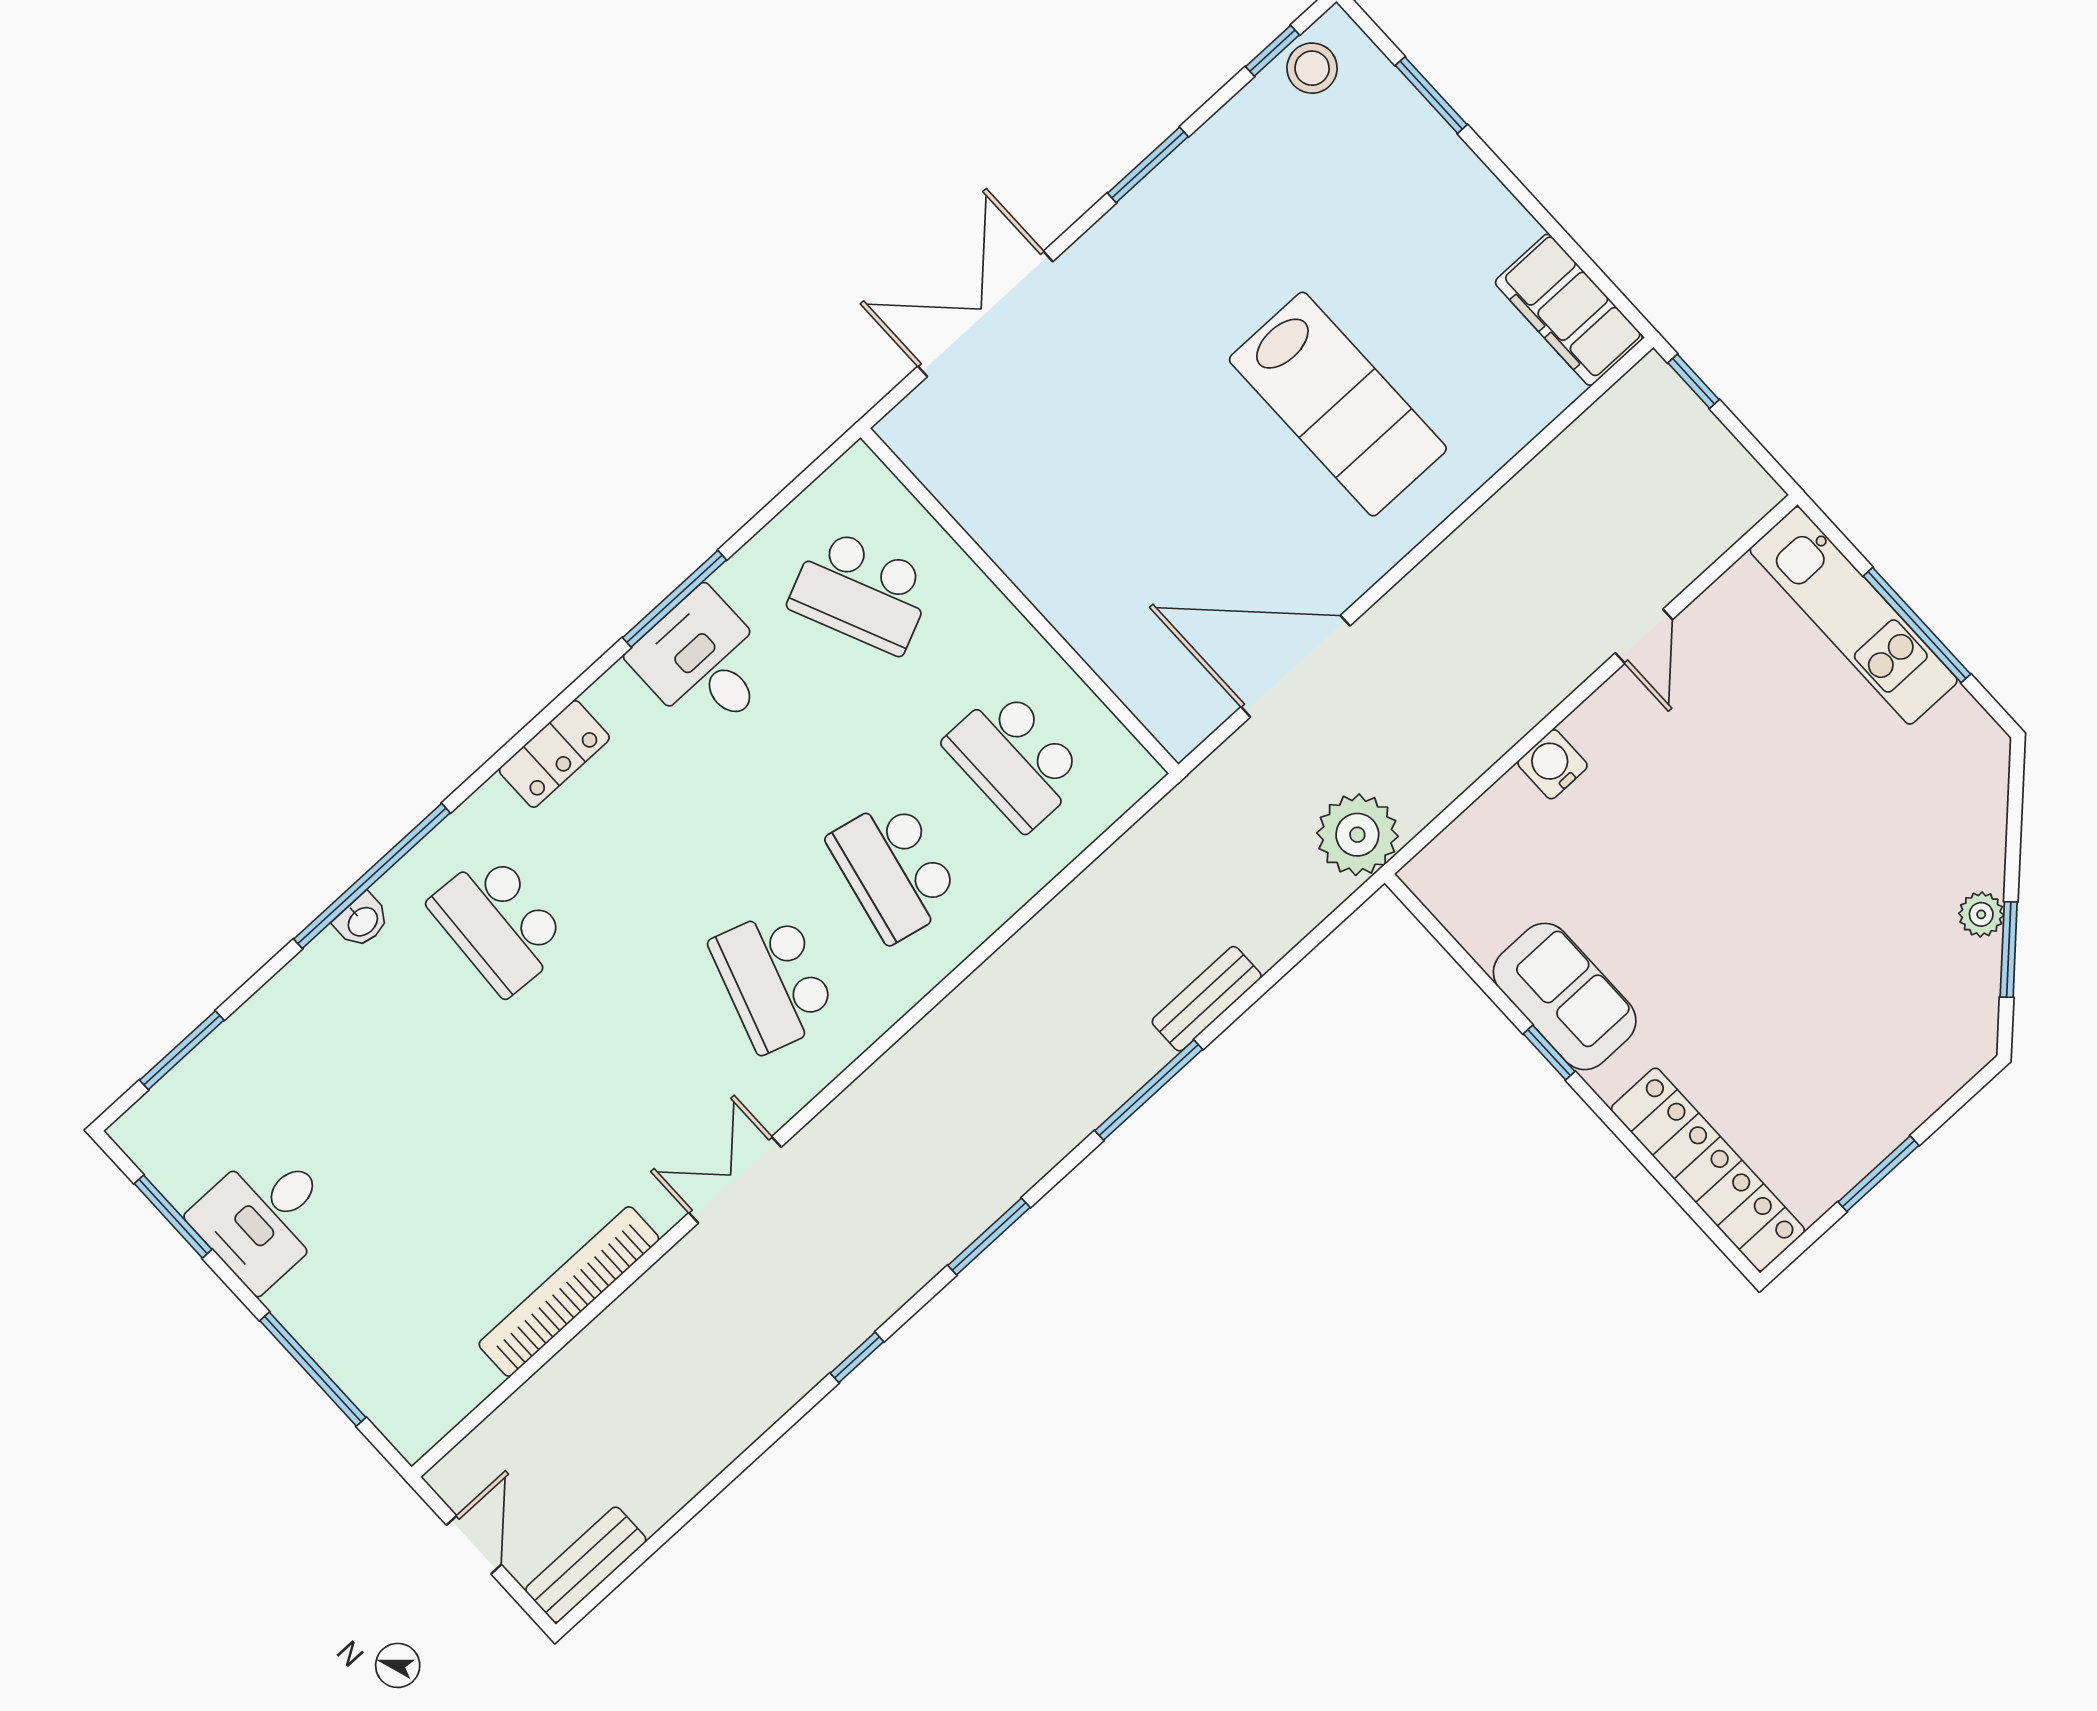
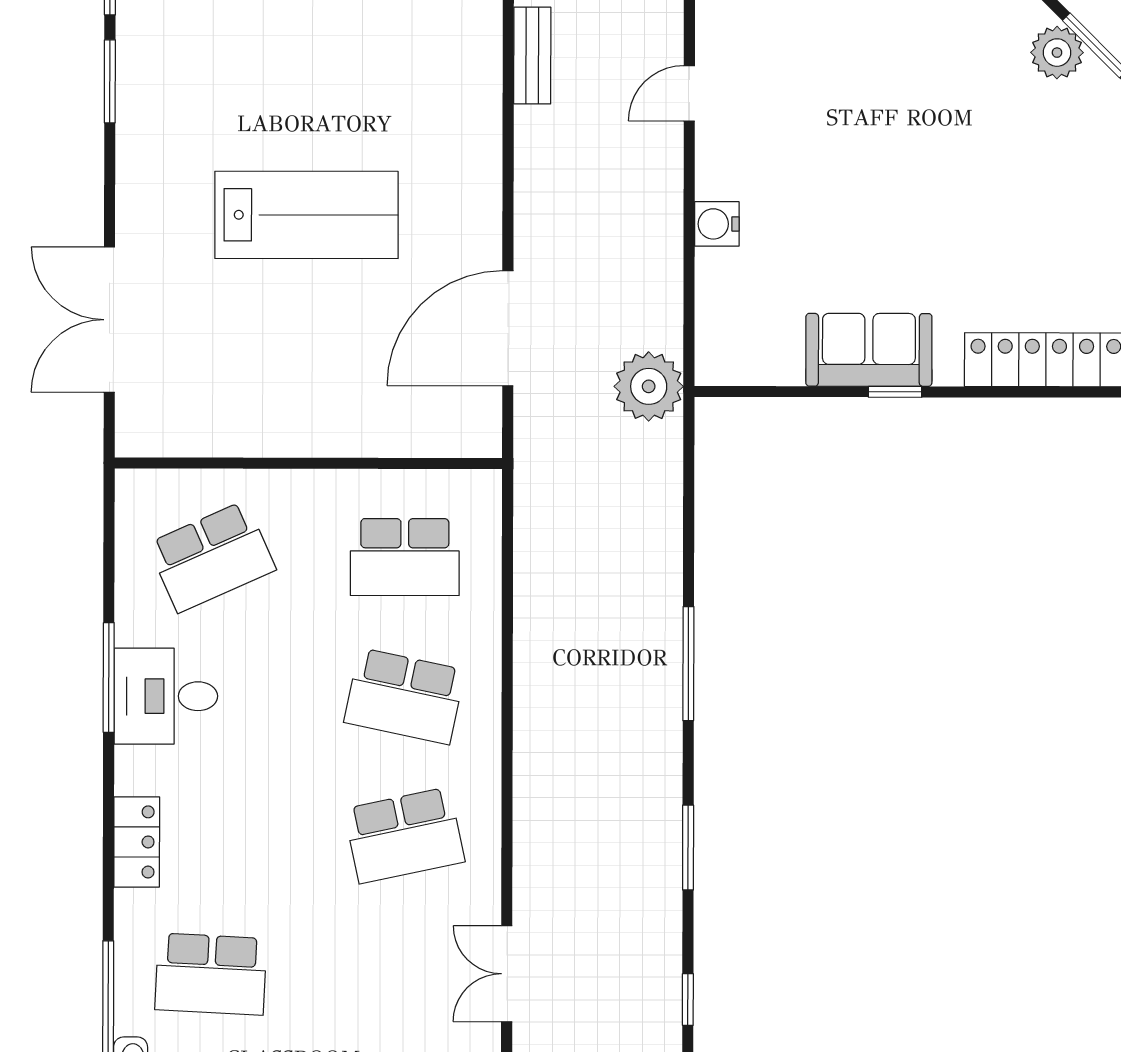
window: (1148, 165) -> (110, 81), moved
lab bench: (1338, 404) -> (306, 215), moved
door: (1644, 636) -> (689, 93), swing flipped
plant: (1981, 914) -> (1057, 53), width x1.38, depth x1.38
school desk: (773, 981) -> (404, 835), turned -30
bench: (1207, 999) -> (532, 56), moved

